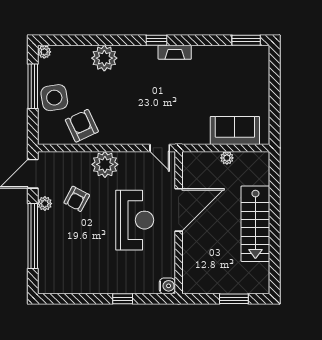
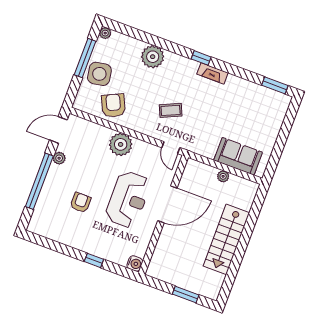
coffee table: (145, 108) -> (171, 110), added
armchair: (77, 199) -> (81, 203), moved, turned 152

